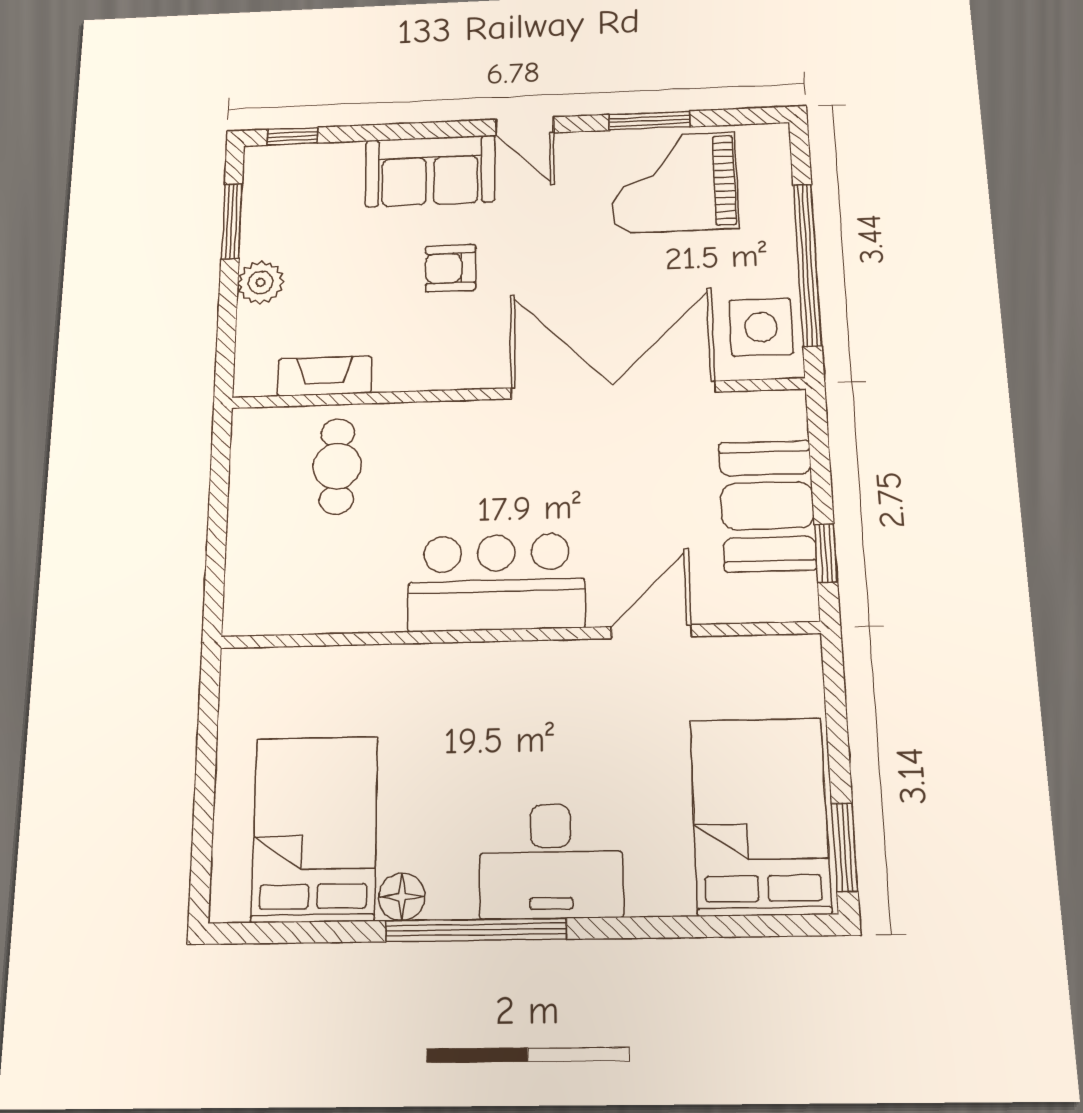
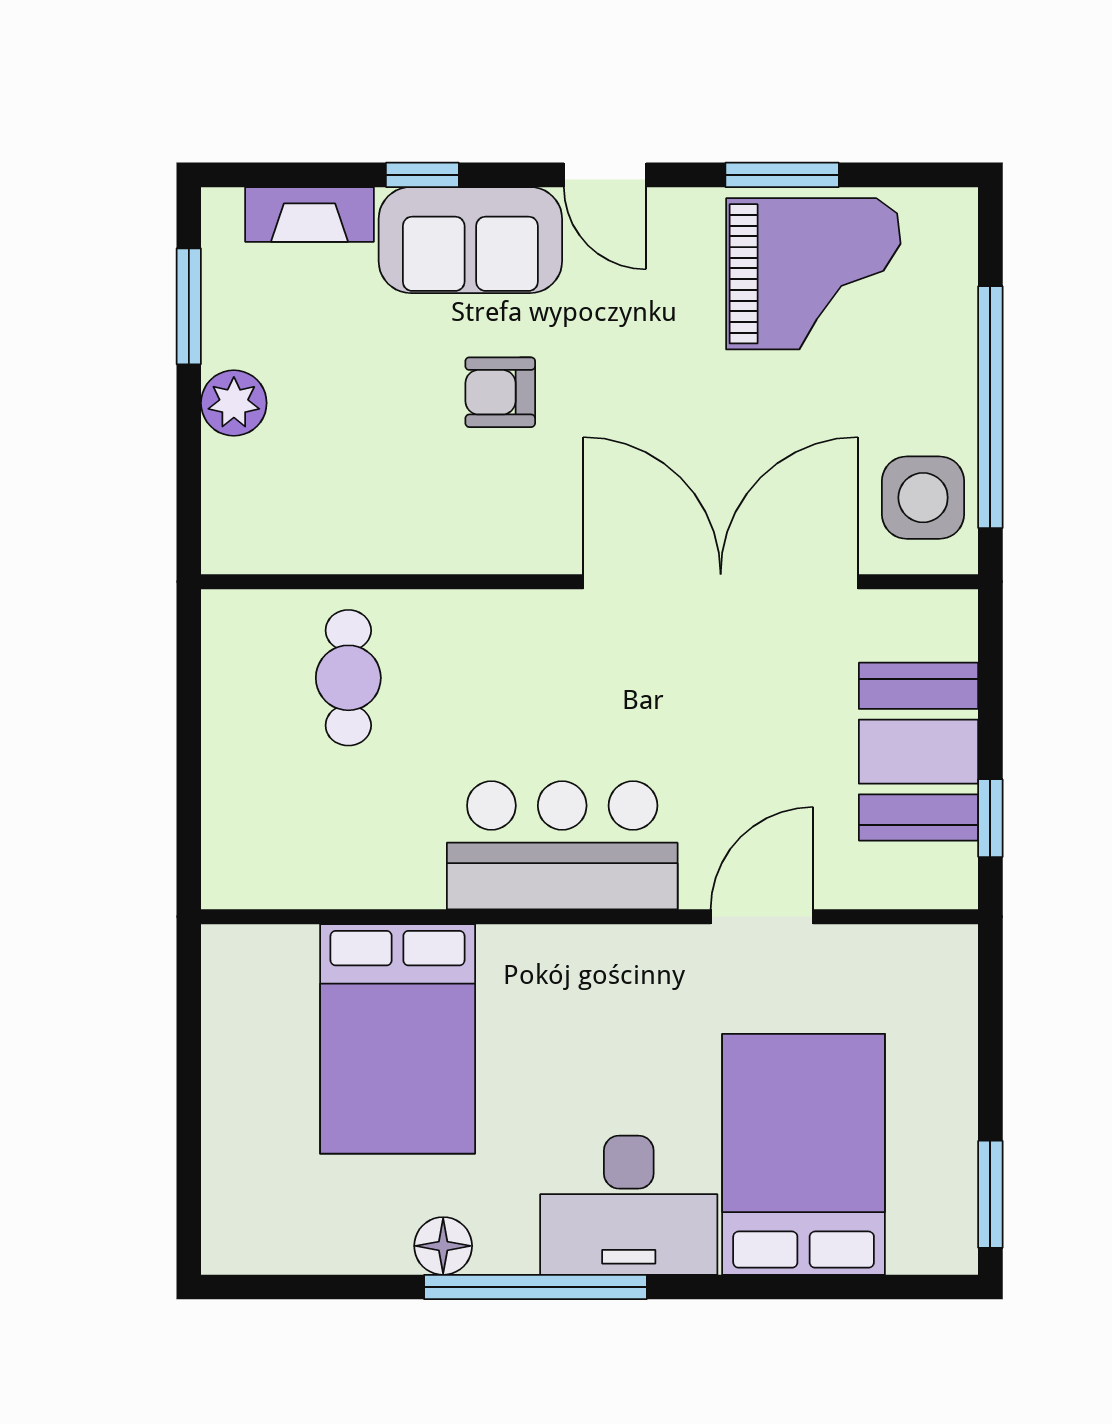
window: (293, 136) -> (422, 175), moved
grand piano: (674, 182) -> (813, 274), turned 180
fireplace: (324, 376) -> (309, 214), moved, turned 180
bed: (760, 816) -> (804, 1154), moved
bed: (315, 829) -> (398, 1039), moved, turned 180

